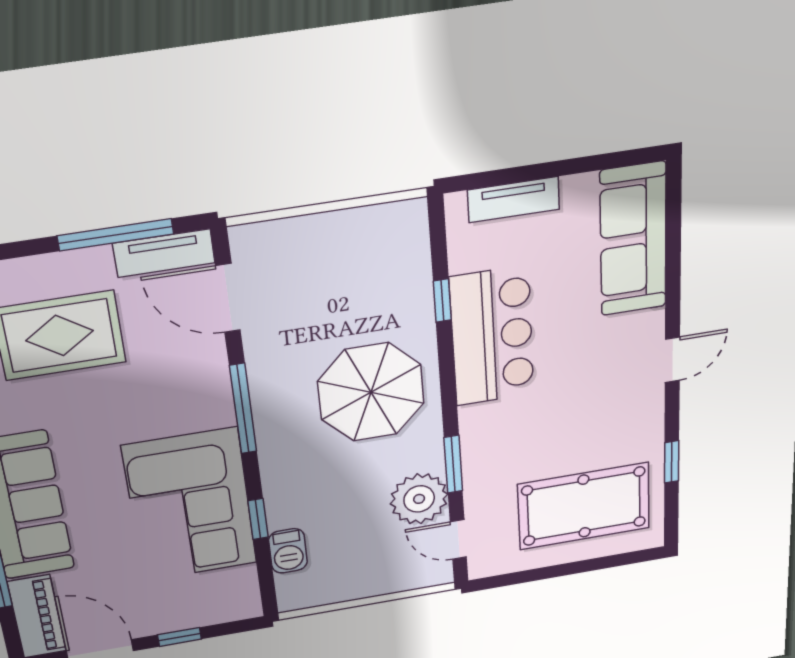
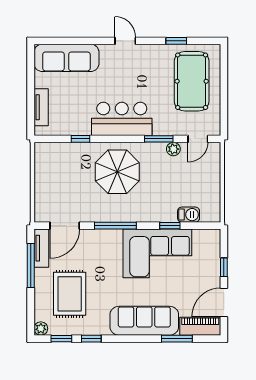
bar counter: (492, 336) -> (122, 119), moved
plant: (419, 499) -> (173, 149), width x0.53, depth x0.53

